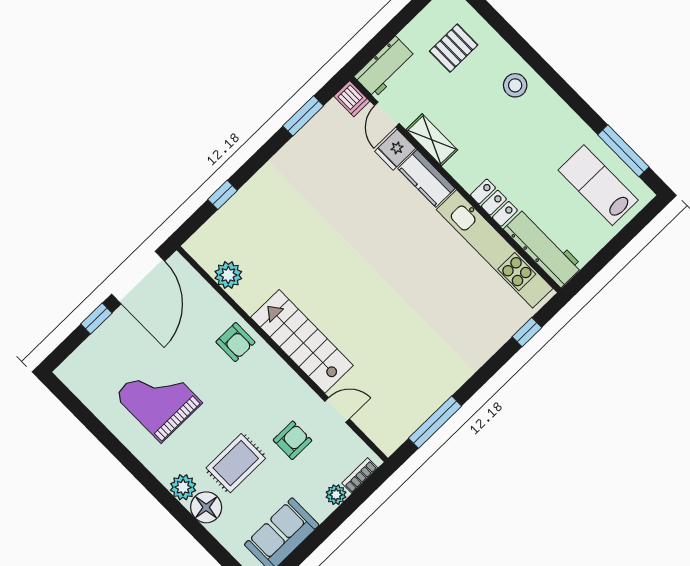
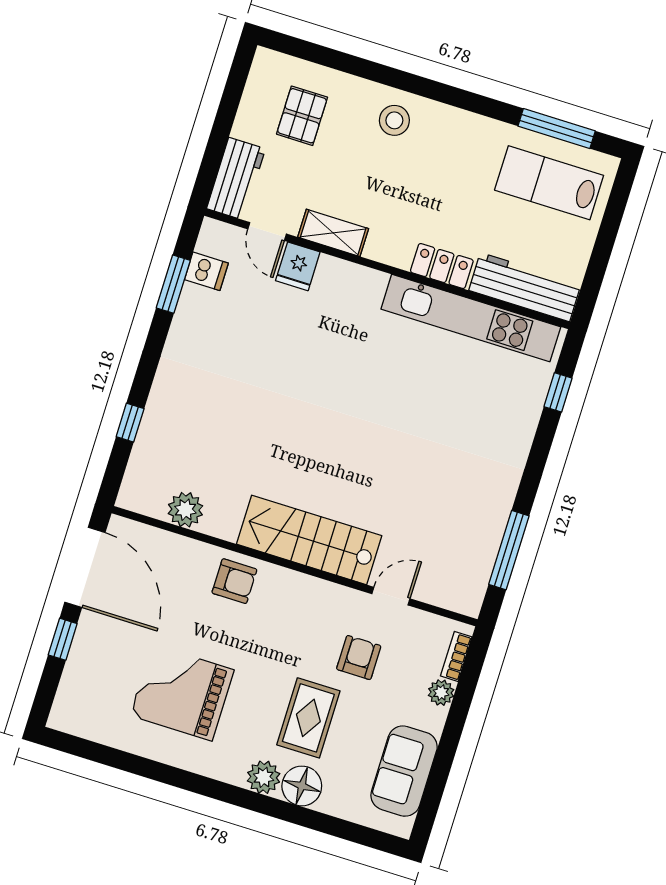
dishwasher: (352, 99) -> (206, 271), moved
kitchen counter: (426, 178) -> (351, 280), removed

